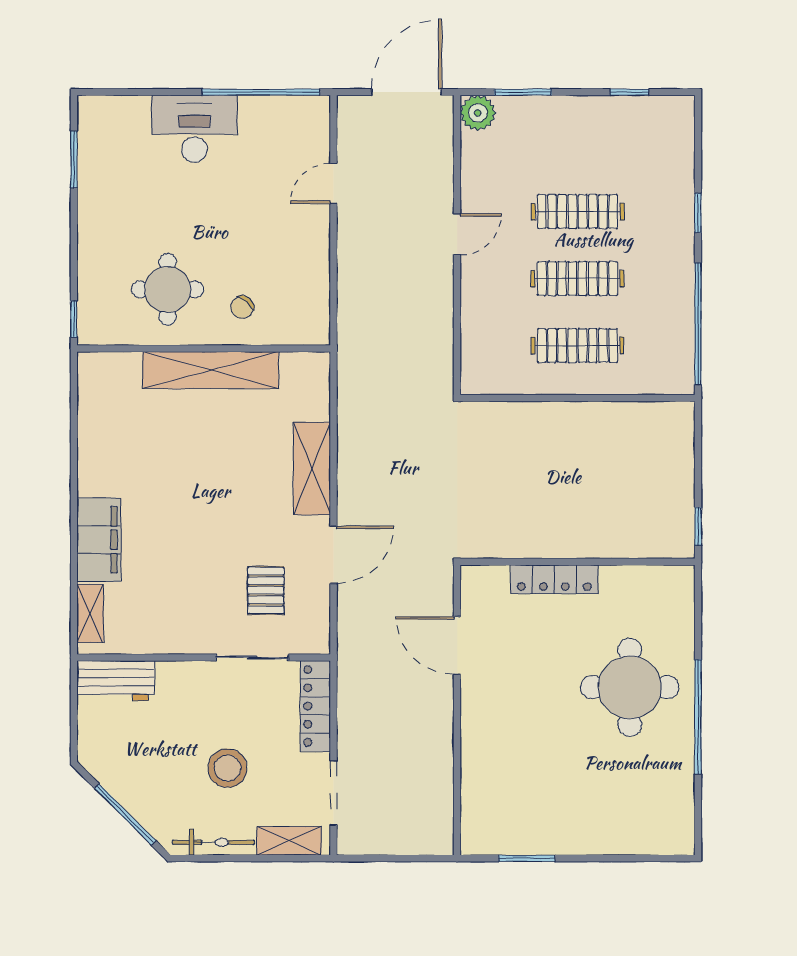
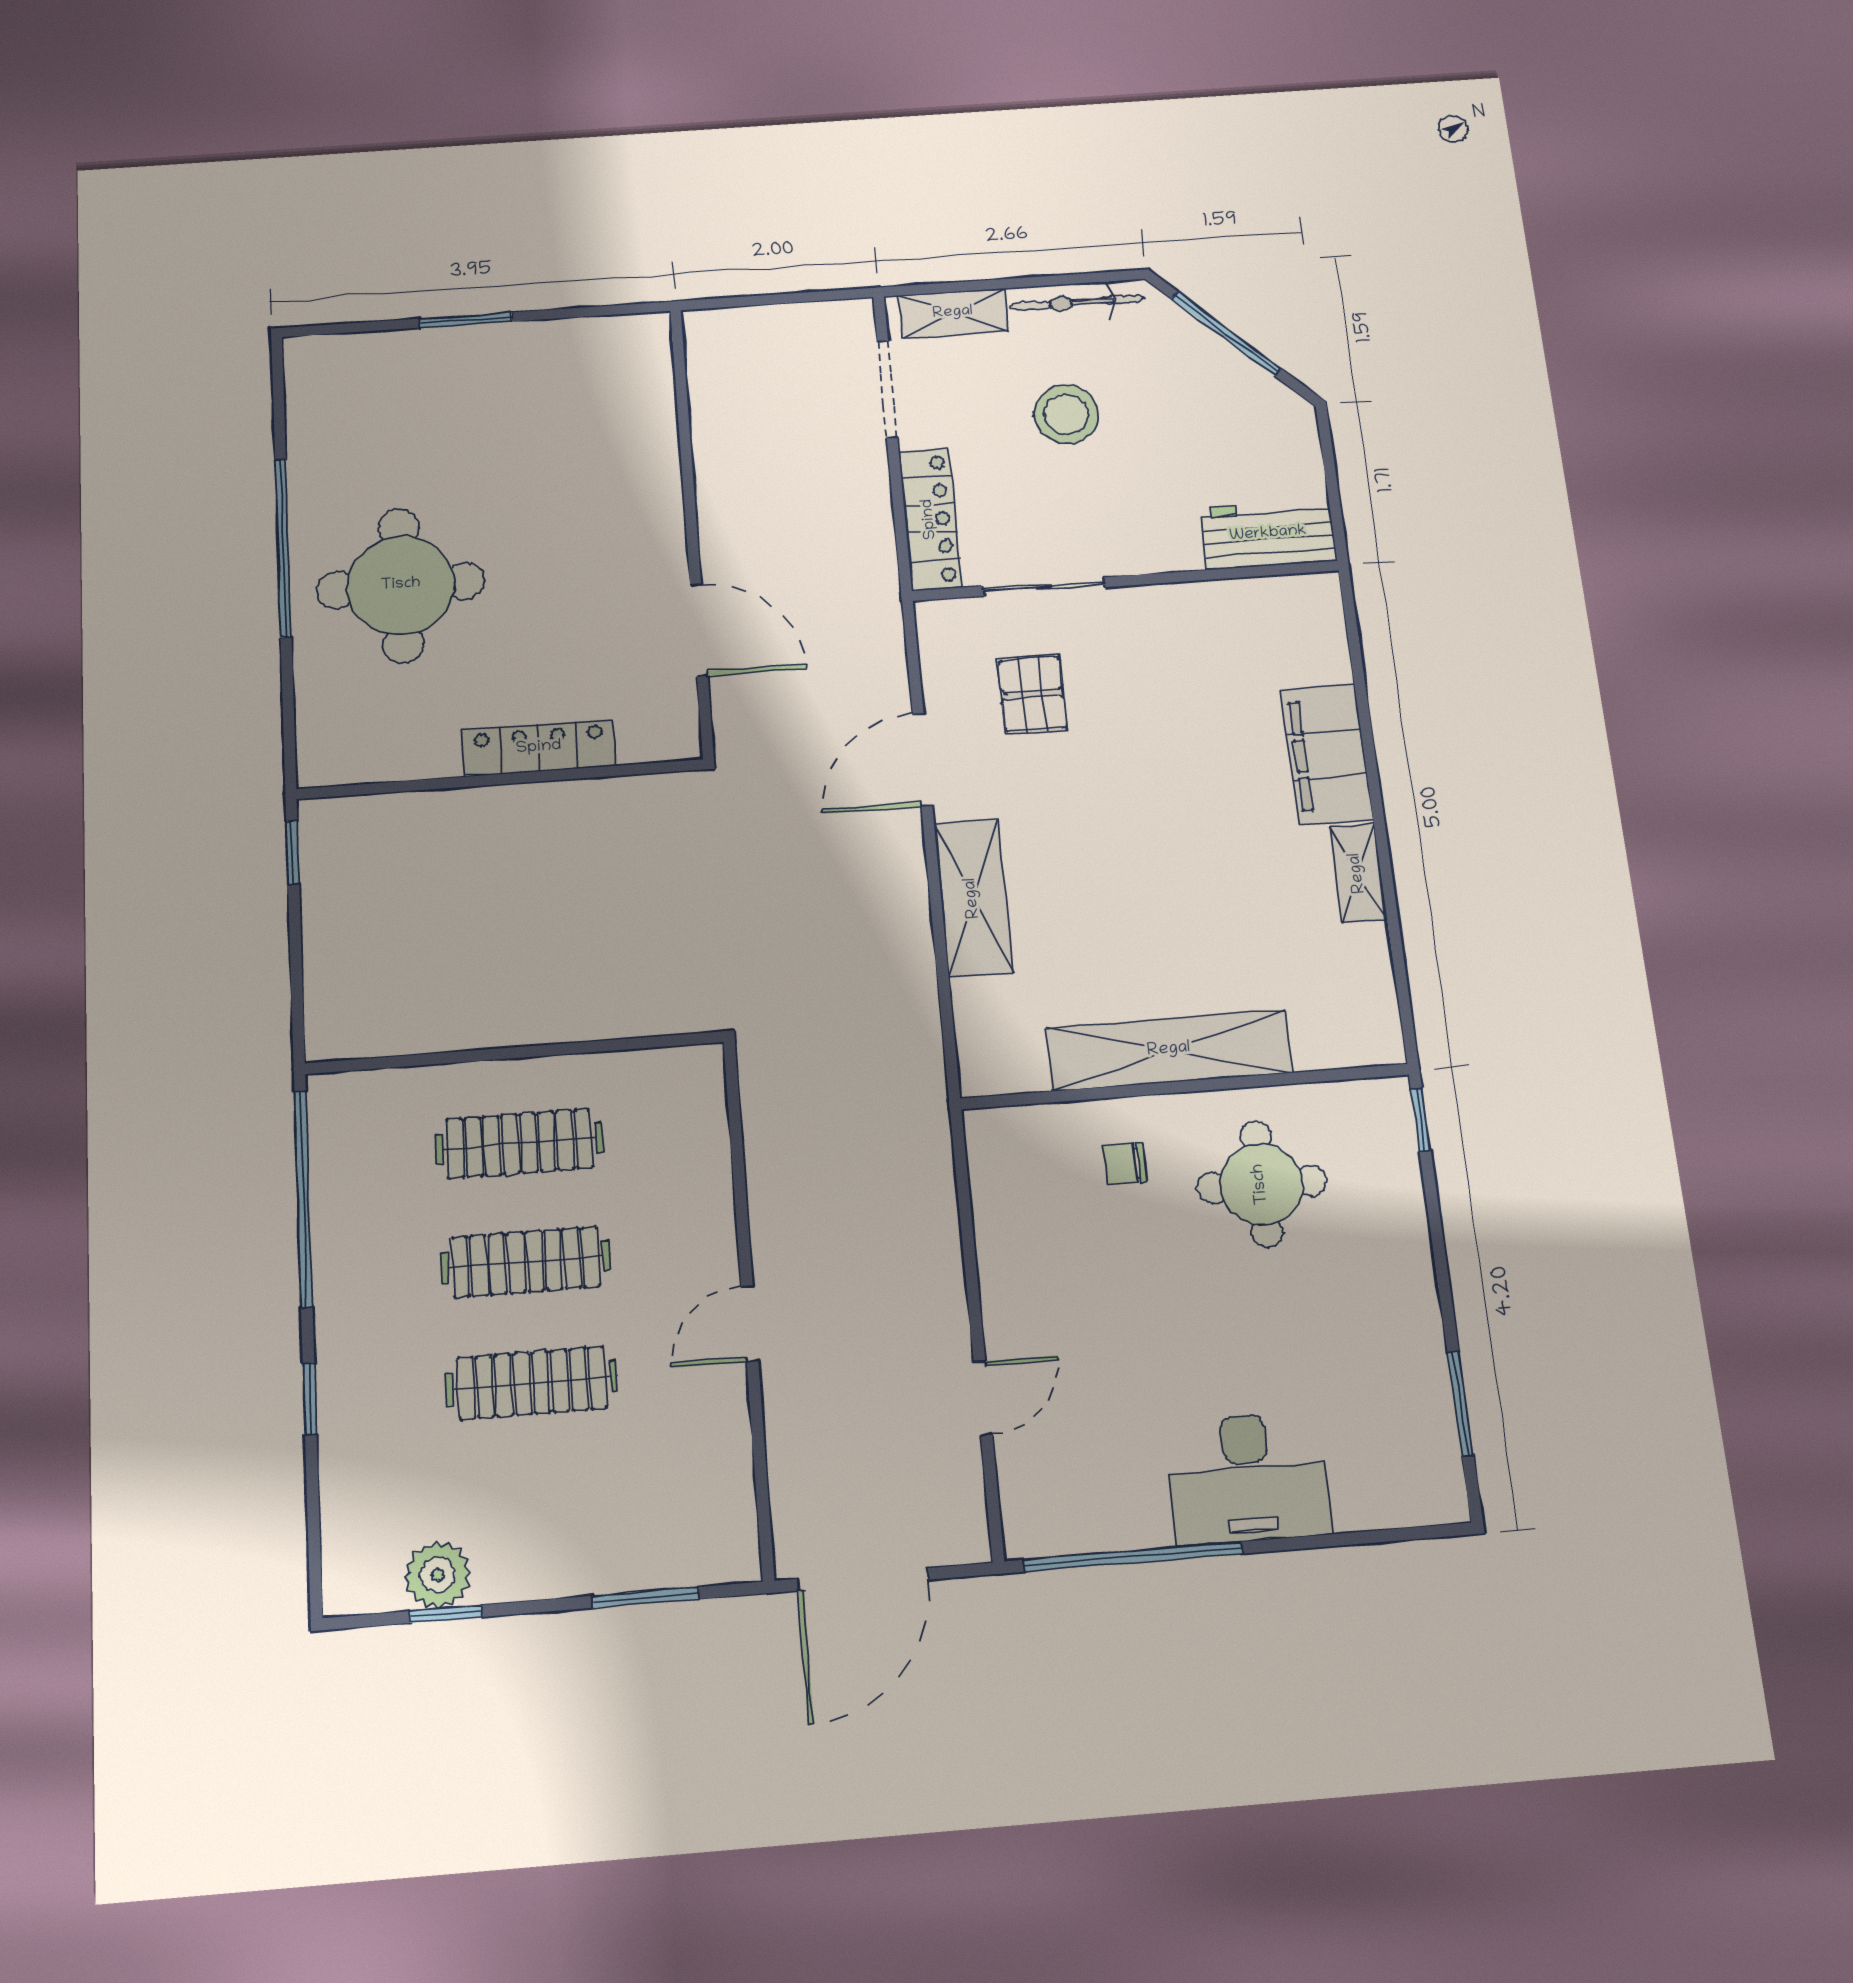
plant: (478, 113) -> (438, 1575), moved
chair: (242, 307) -> (1125, 1164), turned -131
shelving: (90, 613) -> (1358, 873), moved
window: (527, 858) -> (466, 320), moved

